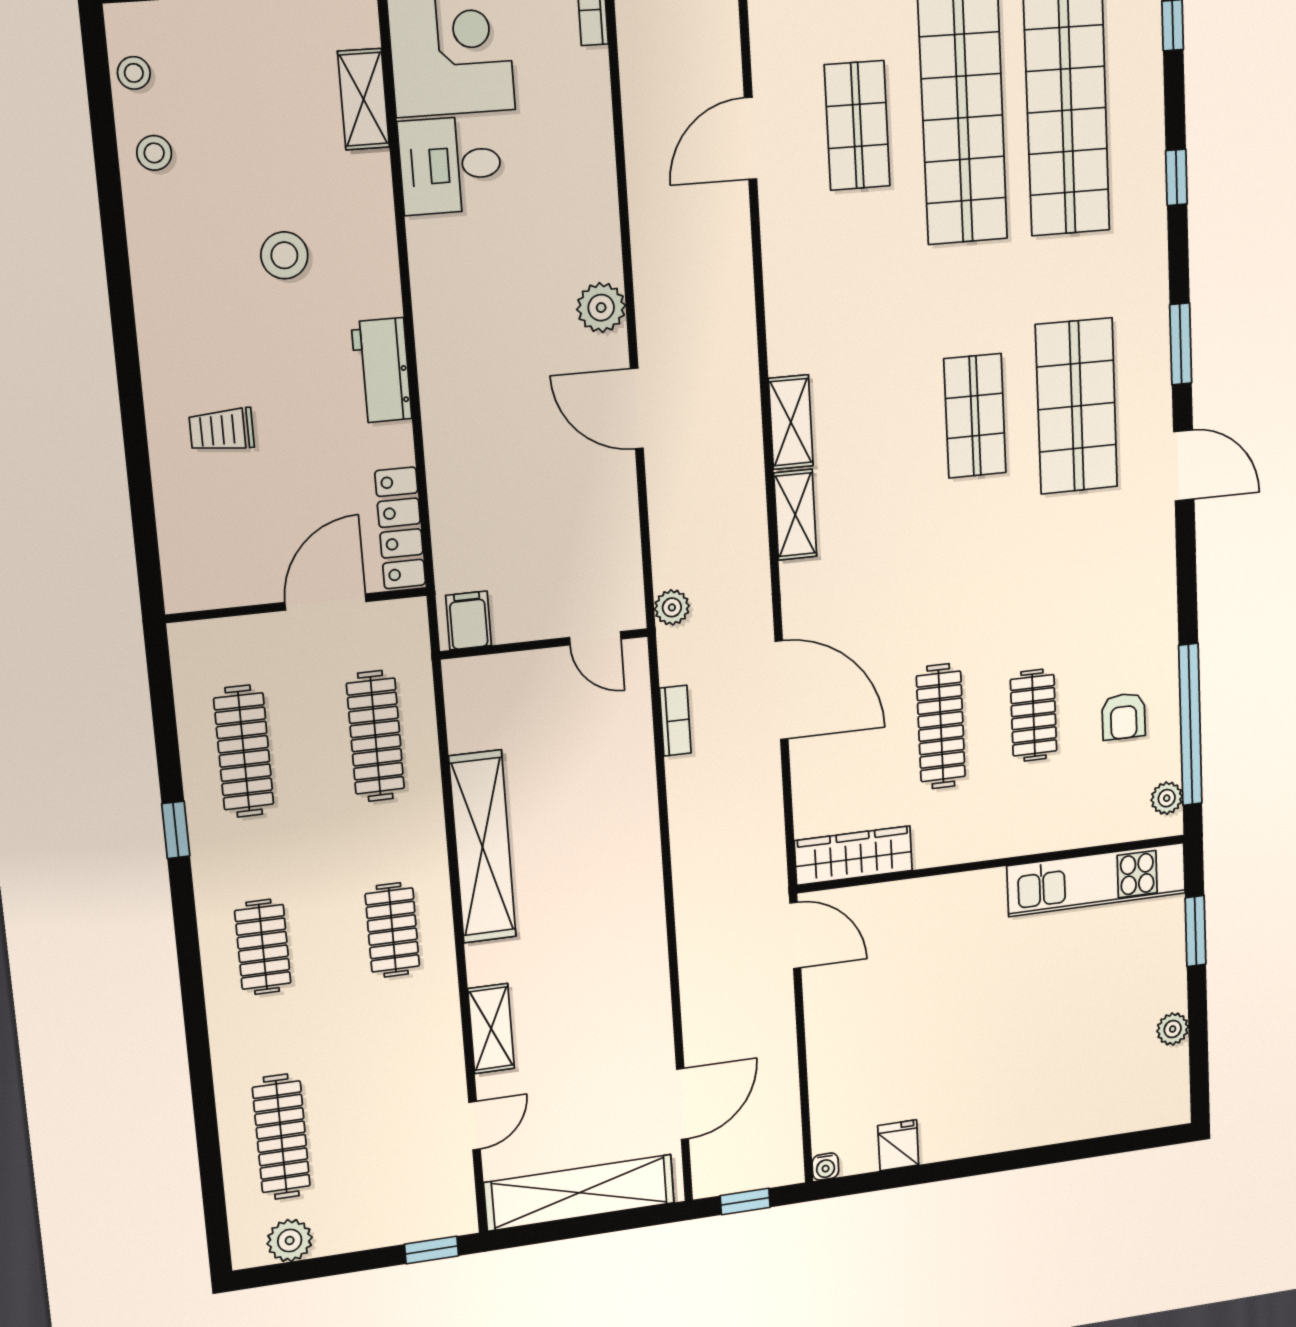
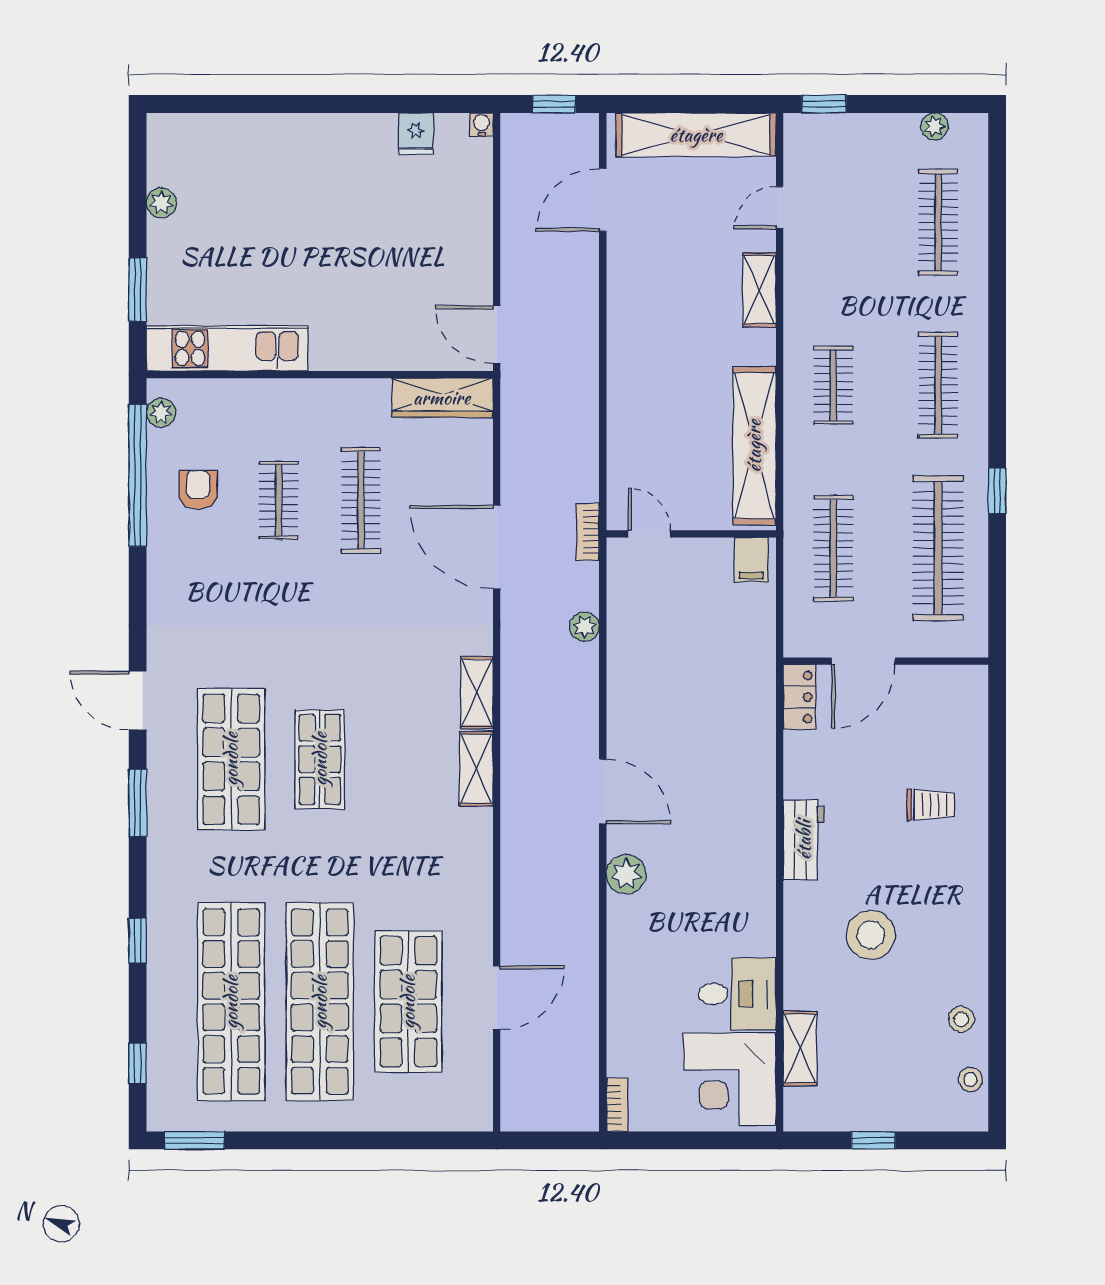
shop shelf: (857, 126) -> (408, 1002), width x1.43, depth x1.36
stool: (284, 255) -> (871, 935), width x1.38, depth x1.38
locker: (400, 528) -> (800, 697), width x0.66
filing cabinet: (468, 620) -> (751, 560), moved
door: (595, 638) -> (649, 534), moved
wall: (545, 644) -> (691, 534), moved
clothes rail: (244, 751) -> (938, 548), width x1.37, depth x1.31
clothes rail: (263, 947) -> (938, 385), width x1.36
plant: (290, 1240) -> (934, 126), width x0.73, depth x0.73

